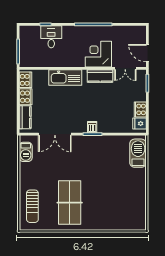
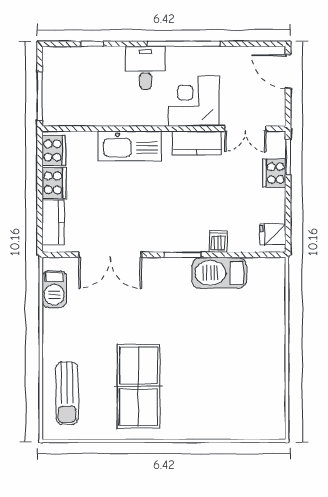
desk: (51, 37) -> (146, 68), moved
door: (147, 53) -> (288, 71), moved
cooker: (140, 109) -> (274, 173), moved
dishwasher: (92, 127) -> (218, 241), moved
barbecue: (138, 153) -> (219, 273), moved, turned -90

